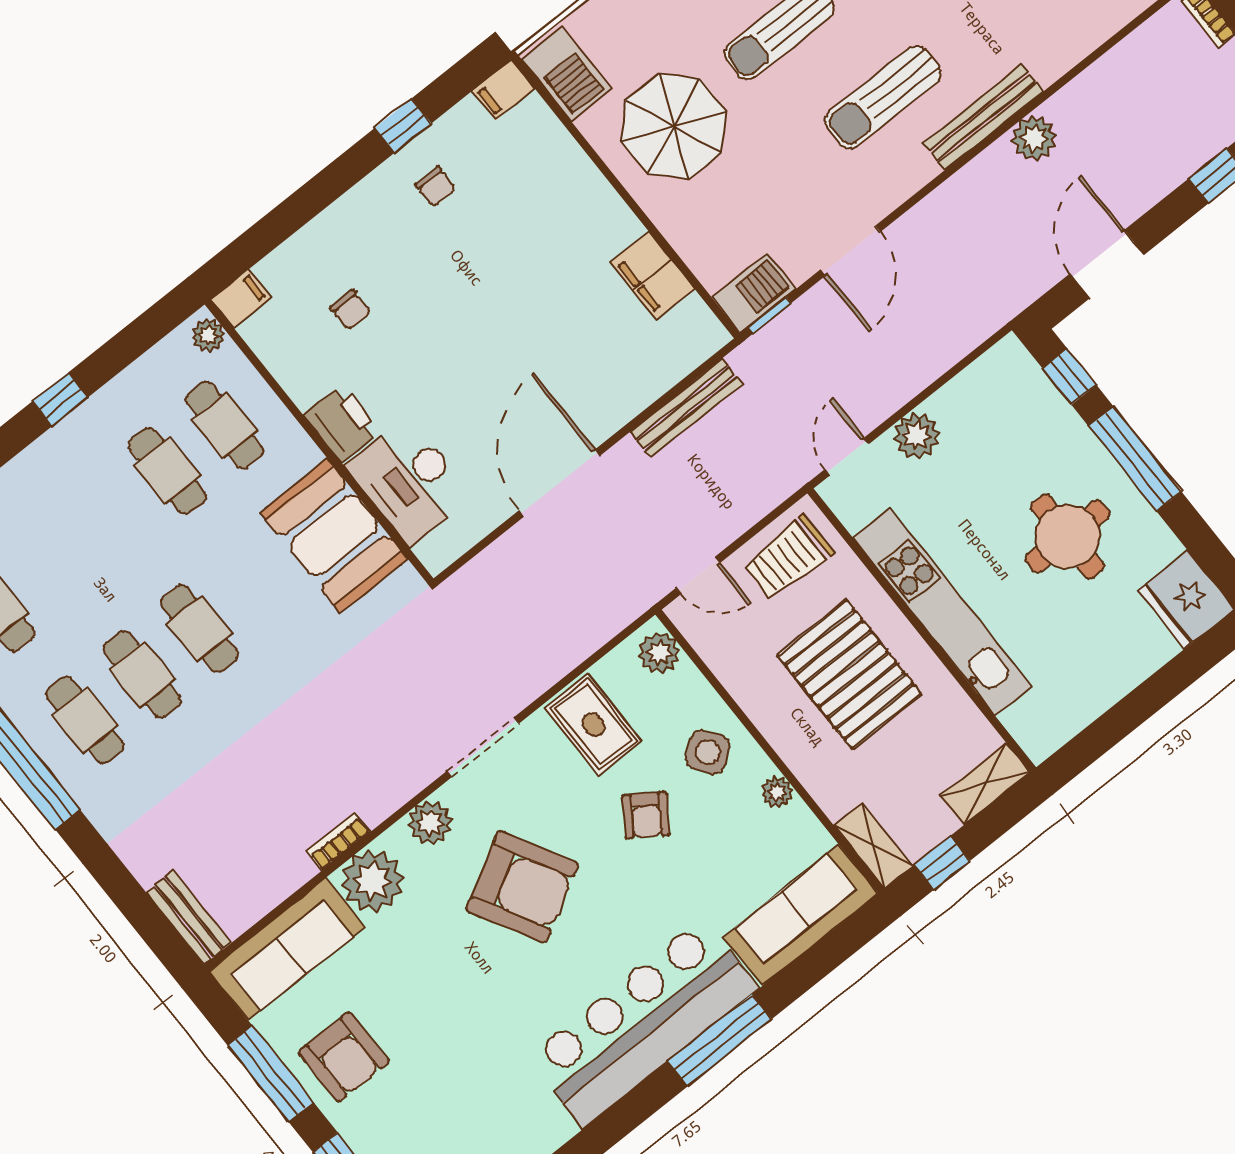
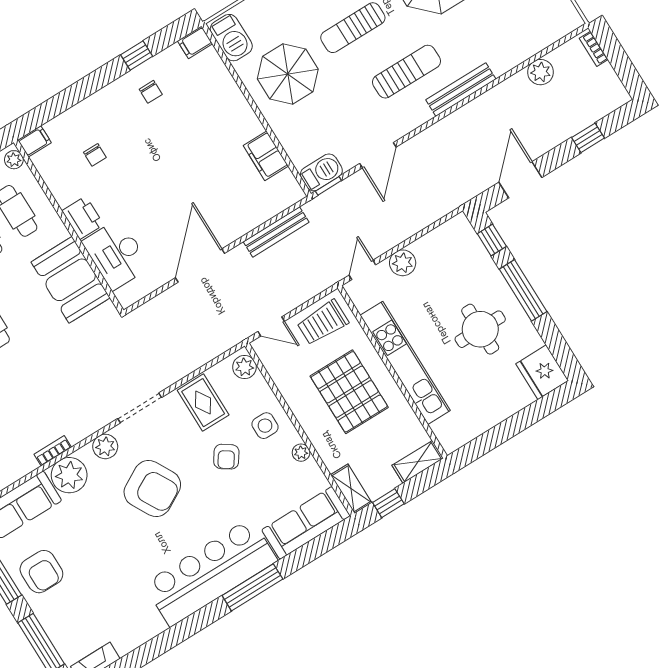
sun lounger: (883, 97) -> (407, 72), turned 180
plant: (1034, 138) -> (541, 72), moved
side table: (708, 752) -> (265, 426), turned 37

